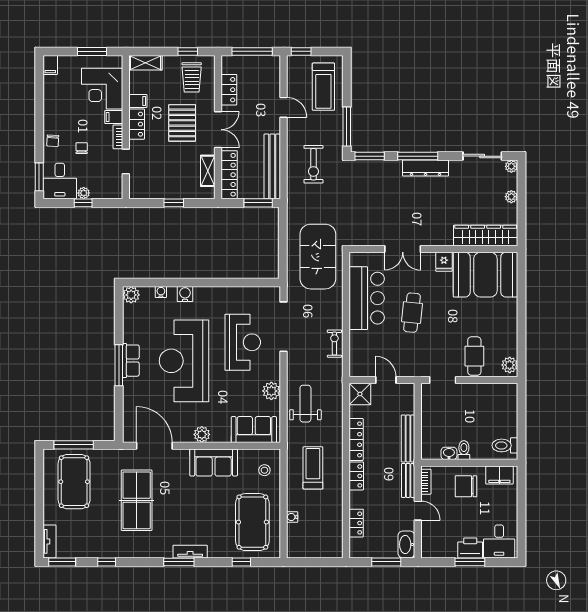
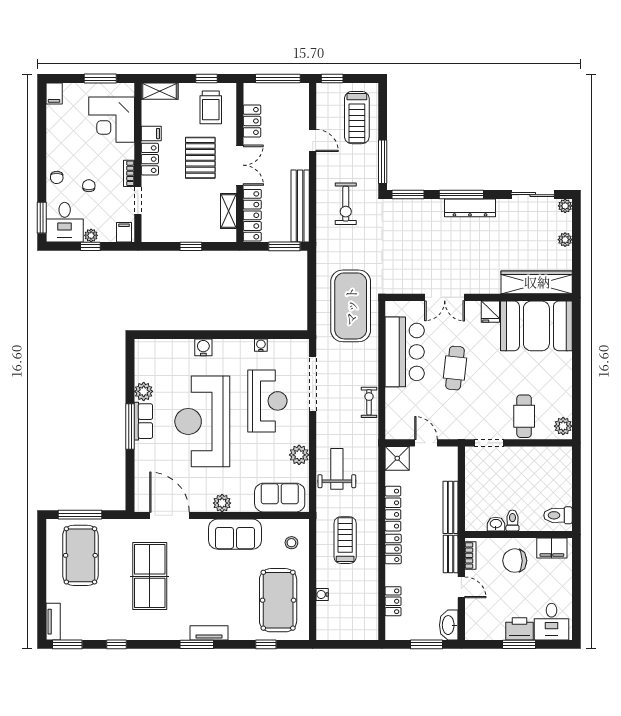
filing cabinet: (114, 117) -> (124, 232), moved, turned 90
water cooler: (161, 292) -> (261, 345), moved
plant: (131, 295) -> (144, 391), moved

